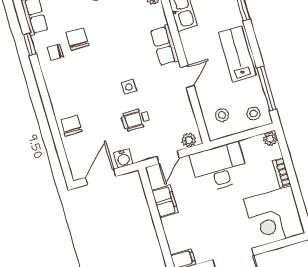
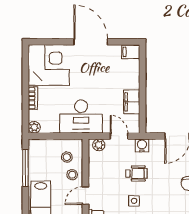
stool: (253, 114) -> (72, 175), moved
door: (168, 157) -> (119, 136), hinge flipped
water cooler: (123, 158) -> (142, 145), moved

